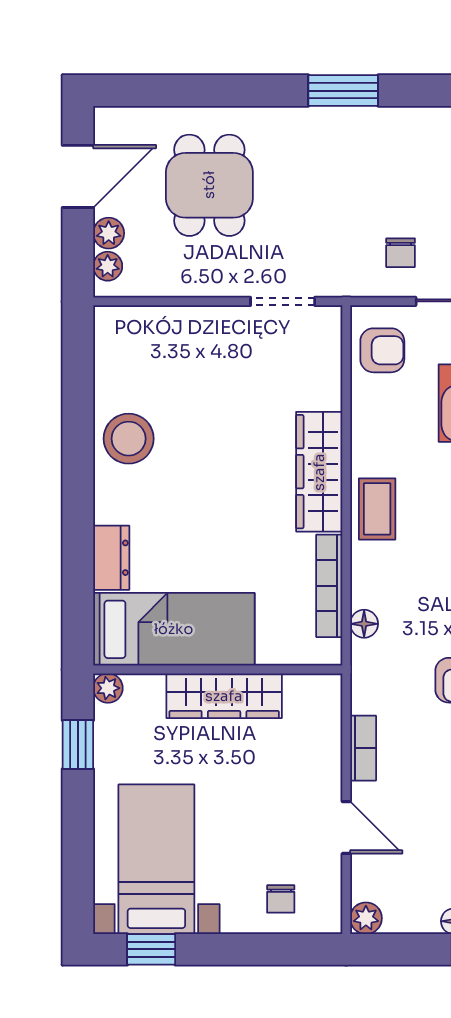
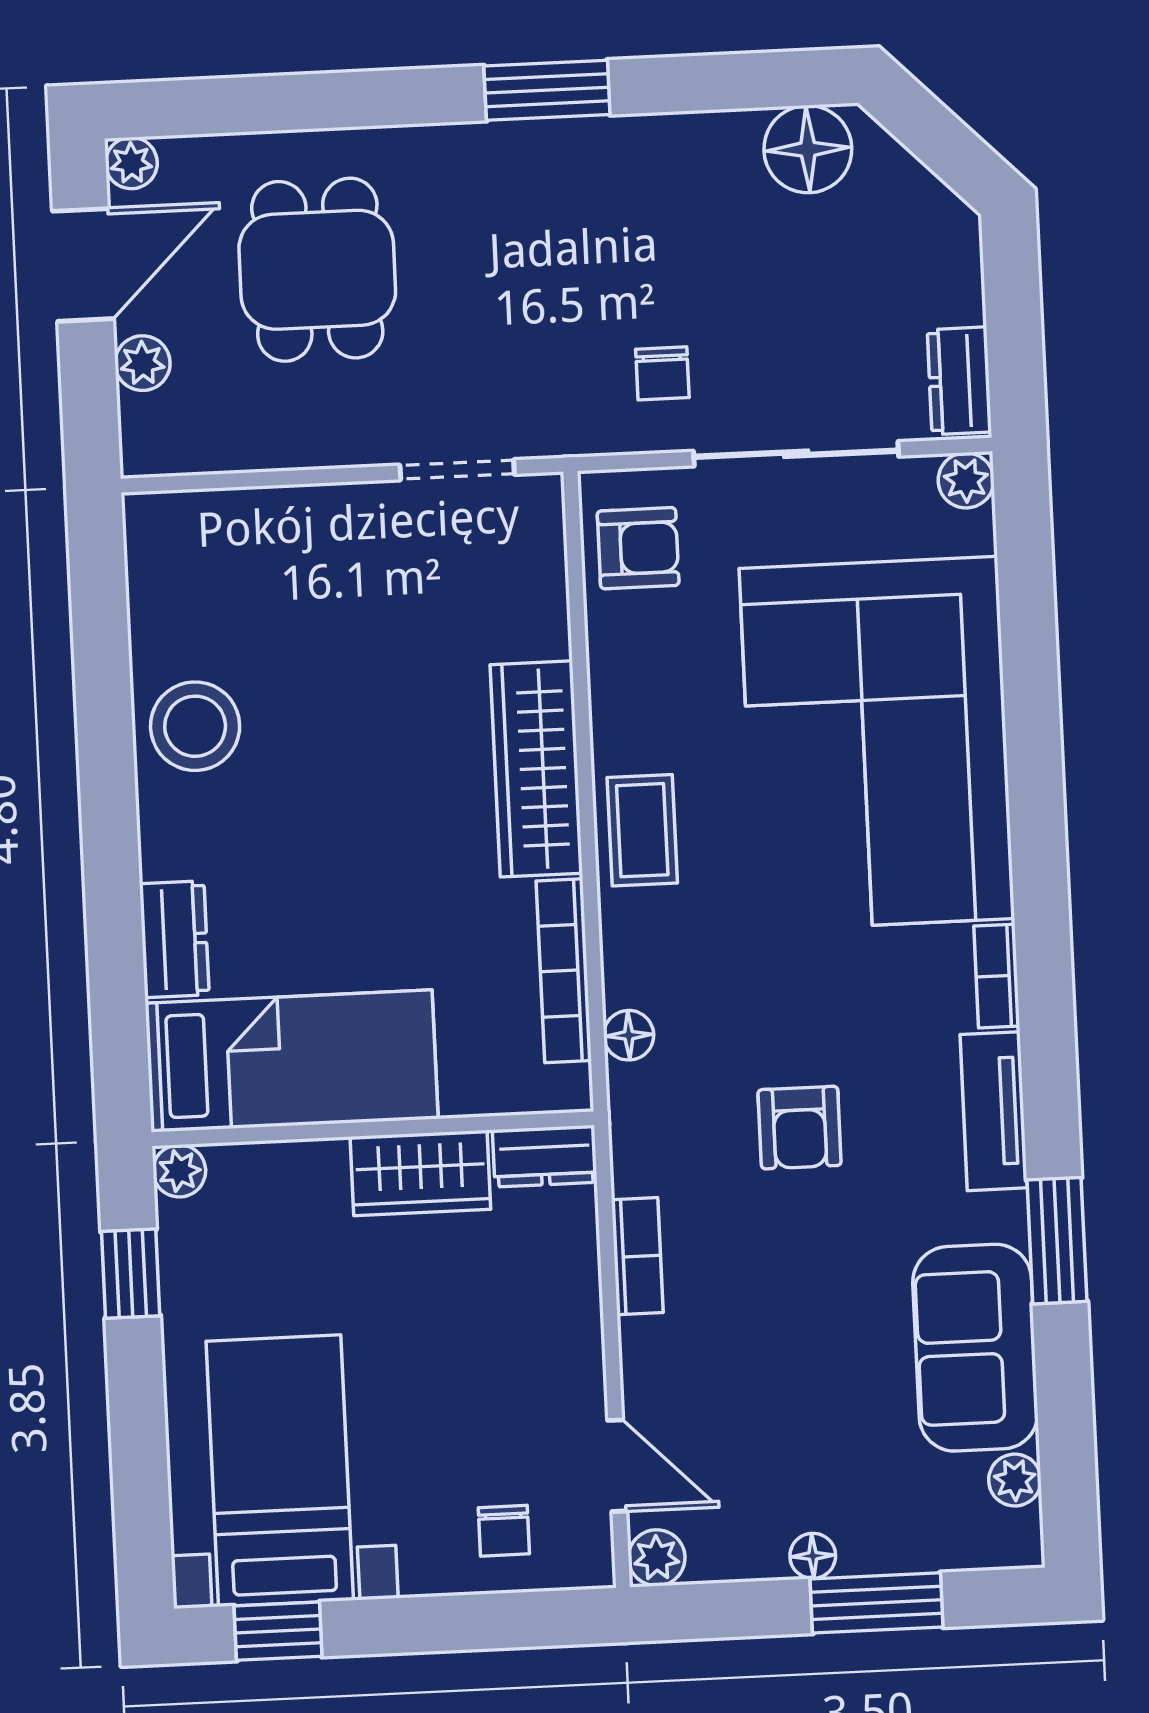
plant: (108, 266) -> (131, 163), moved
dresser: (314, 689) -> (545, 1156), added
wardrobe: (224, 696) -> (420, 1173), width x0.67
door: (346, 828) -> (617, 1466), moved

